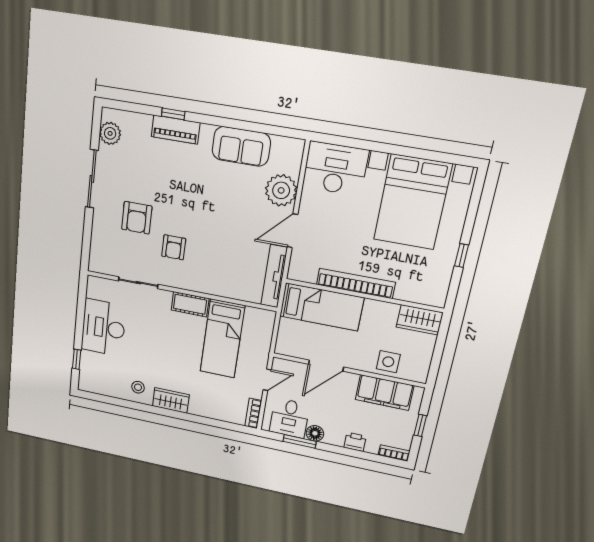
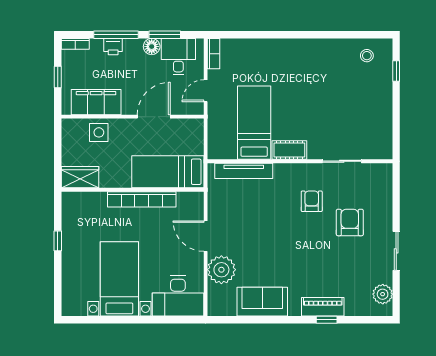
sliding door: (92, 179) -> (396, 251), width x0.73
bed with nightstands: (412, 202) -> (119, 279), width x0.73
door: (292, 231) -> (206, 236), swing flipped
tv unit: (274, 276) -> (244, 171), moved, turned 90
desk: (103, 328) -> (372, 110), removed
stool: (138, 387) -> (367, 56), moved
wardrobe: (171, 400) -> (296, 48), removed
window: (349, 452) -> (116, 35), added

